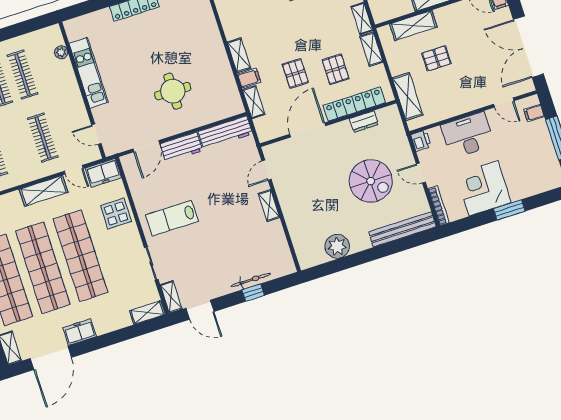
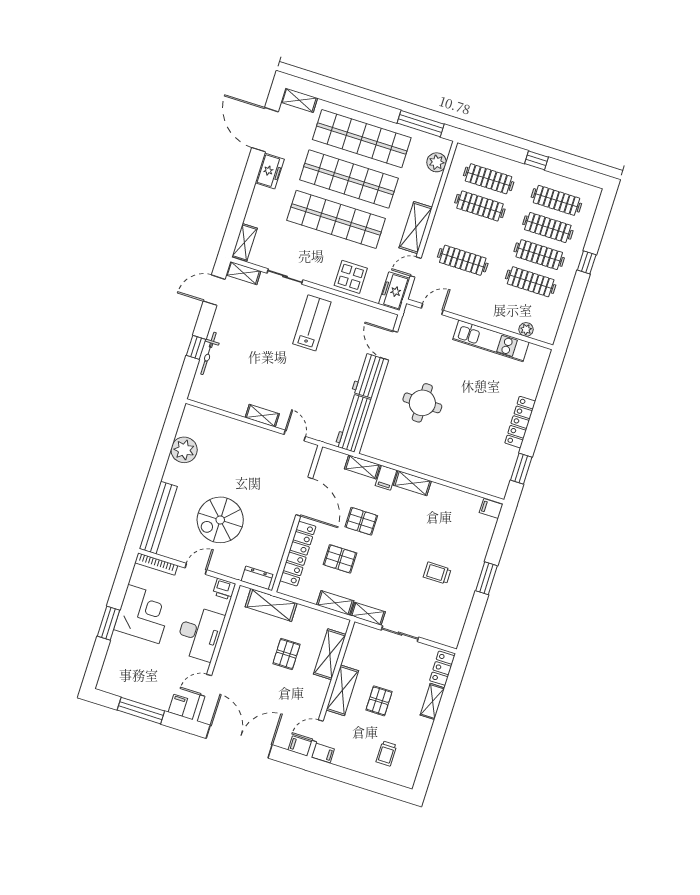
dresser: (364, 122) -> (257, 578), moved, turned 90

